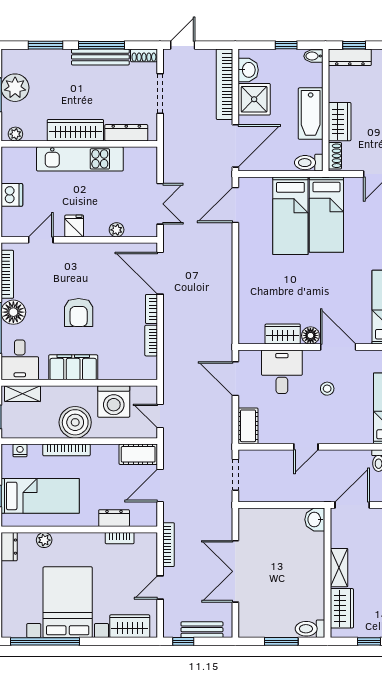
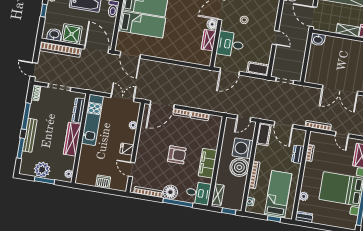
bench: (100, 57) -> (30, 135), moved
kitchen unit: (80, 159) -> (92, 120), moved
washing machine: (114, 401) -> (243, 148), moved, turned 180

